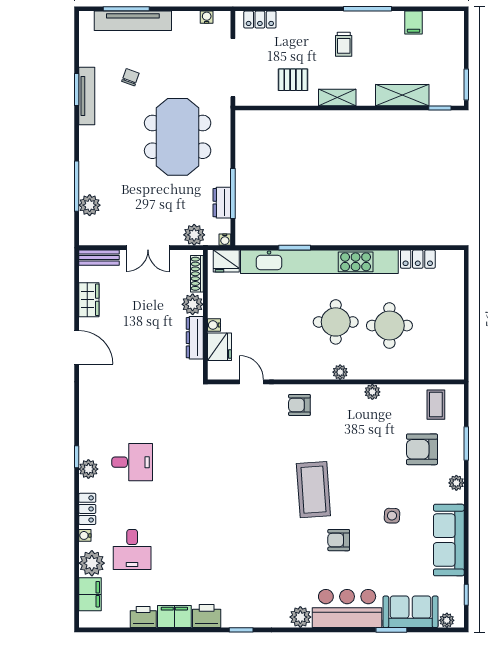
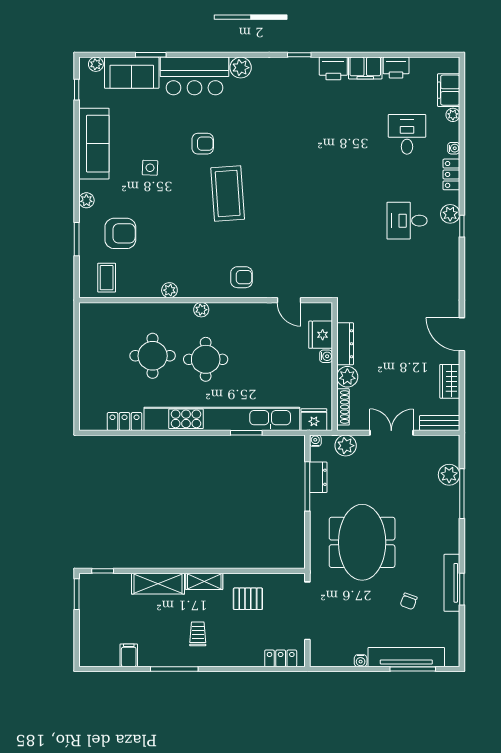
water cooler: (207, 17) -> (361, 661), moved
shelving: (402, 95) -> (158, 584), moved
plant: (92, 563) -> (453, 115), width x0.53, depth x0.53

